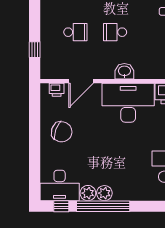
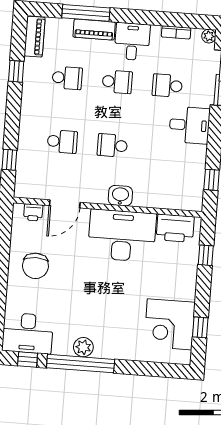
chair: (62, 132) -> (35, 266), turned 70
plant: (88, 193) -> (63, 346), removed

